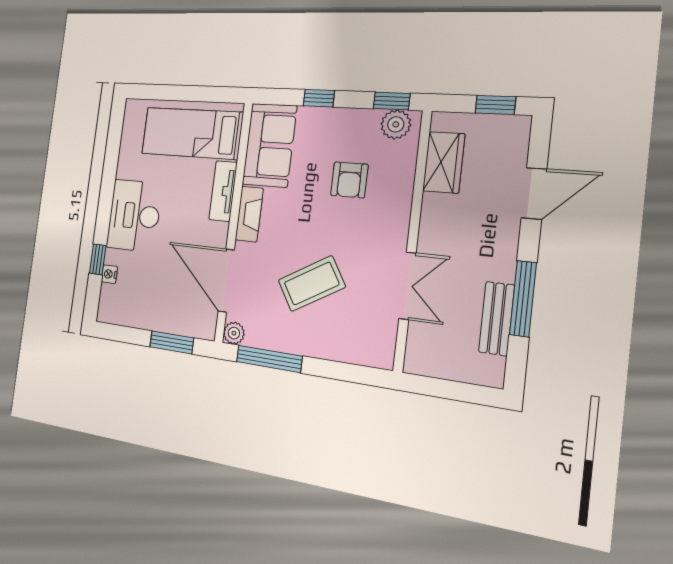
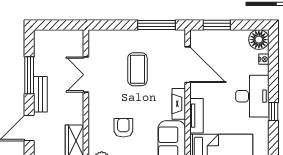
window: (98, 259) -> (273, 112), moved
coffee table: (312, 284) -> (137, 69), turned -59
floor lamp: (112, 308) -> (259, 40), added
bench: (497, 319) -> (40, 94), moved
plant: (234, 333) -> (179, 36), removed

